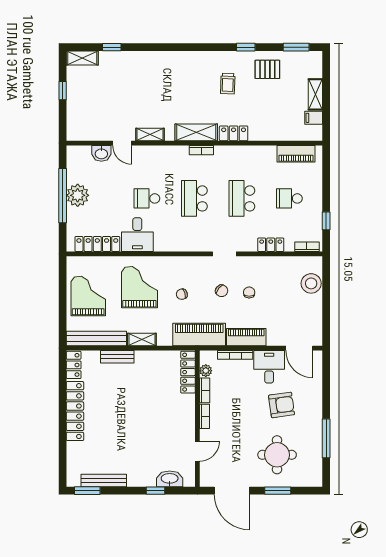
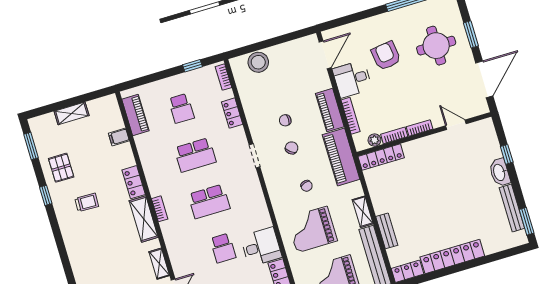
filing cabinet: (314, 118) -> (119, 137), moved, turned 90
washbasin: (170, 479) -> (500, 172), moved

